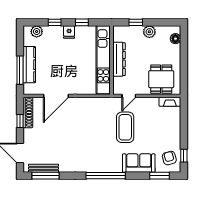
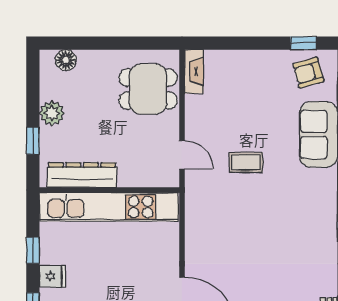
dresser: (119, 59) -> (82, 175), moved
coffee table: (125, 127) -> (246, 162), width x0.54, depth x0.58

